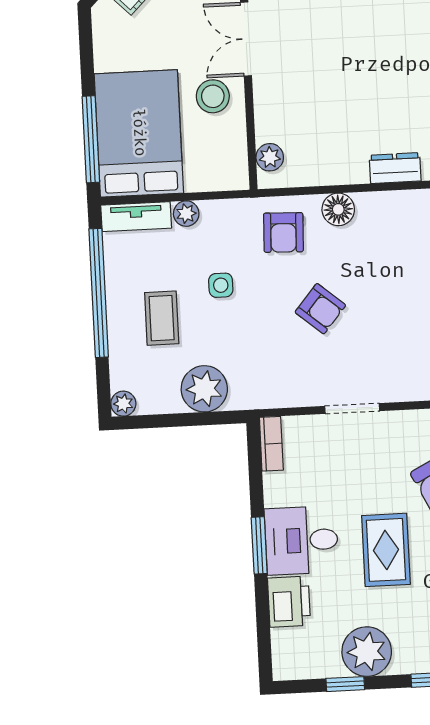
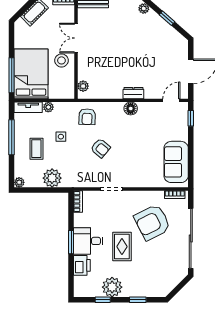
floor lamp: (338, 209) -> (131, 109), moved
window: (99, 293) -> (12, 137), width x0.68

